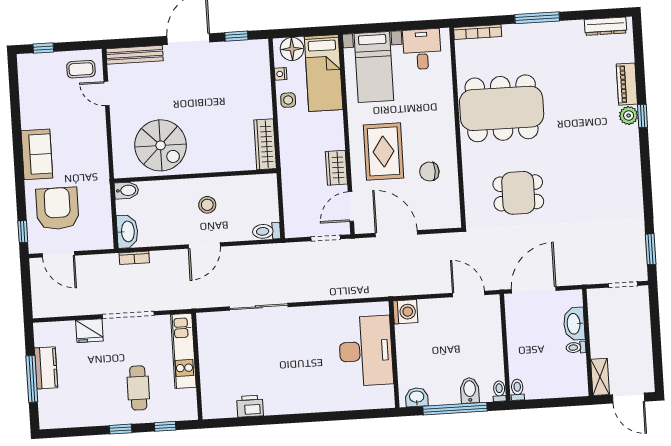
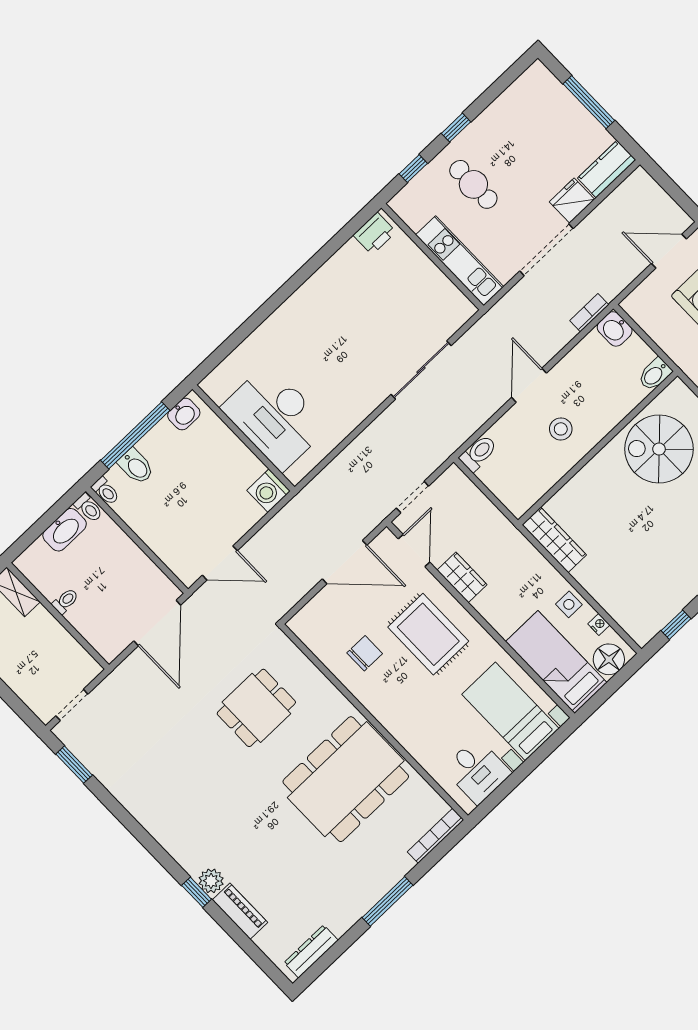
washbasin: (127, 231) -> (615, 329), width x0.72
washbasin: (574, 324) -> (65, 530), moved, turned 90
kitchen counter: (46, 368) -> (607, 169), moved, turned 90
printer: (250, 406) -> (375, 233), moved

